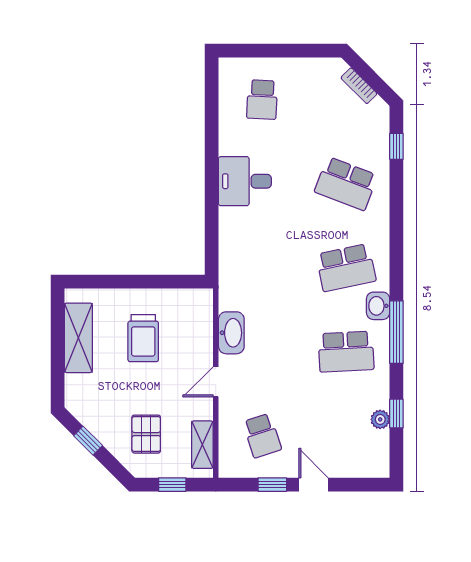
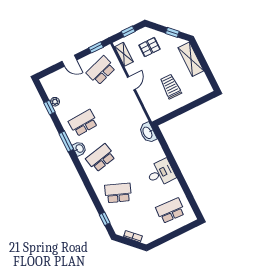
school desk: (262, 100) -> (170, 211), width x1.85
window: (396, 332) -> (66, 141), width x0.69
washbasin: (231, 333) -> (148, 133), moved
shelving: (78, 338) -> (191, 59), moved
pallet: (146, 434) -> (150, 47), turned 90
school desk: (262, 436) -> (101, 70), width x1.85
window: (272, 485) -> (96, 47), moved

